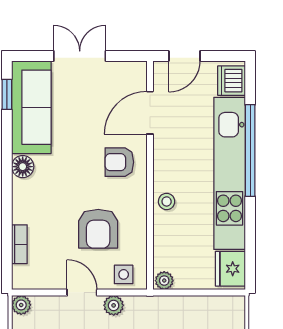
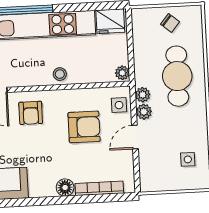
floor lamp: (23, 167) -> (65, 187), moved
bookcase: (19, 244) -> (99, 188), width x1.56
plant: (21, 305) -> (143, 95), moved

